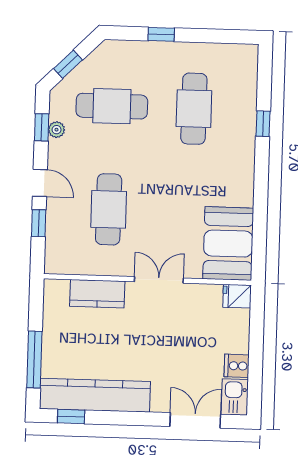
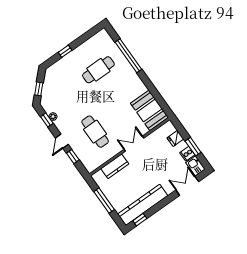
cafe table: (112, 106) -> (67, 92), removed
cafe table: (194, 109) -> (98, 70), turned 90
window: (263, 124) -> (128, 56), width x3.17
door: (40, 183) -> (62, 141), swing flipped
fridge: (237, 296) -> (175, 138), moved
window: (34, 359) -> (104, 201), moved
window: (256, 361) -> (193, 147), added

